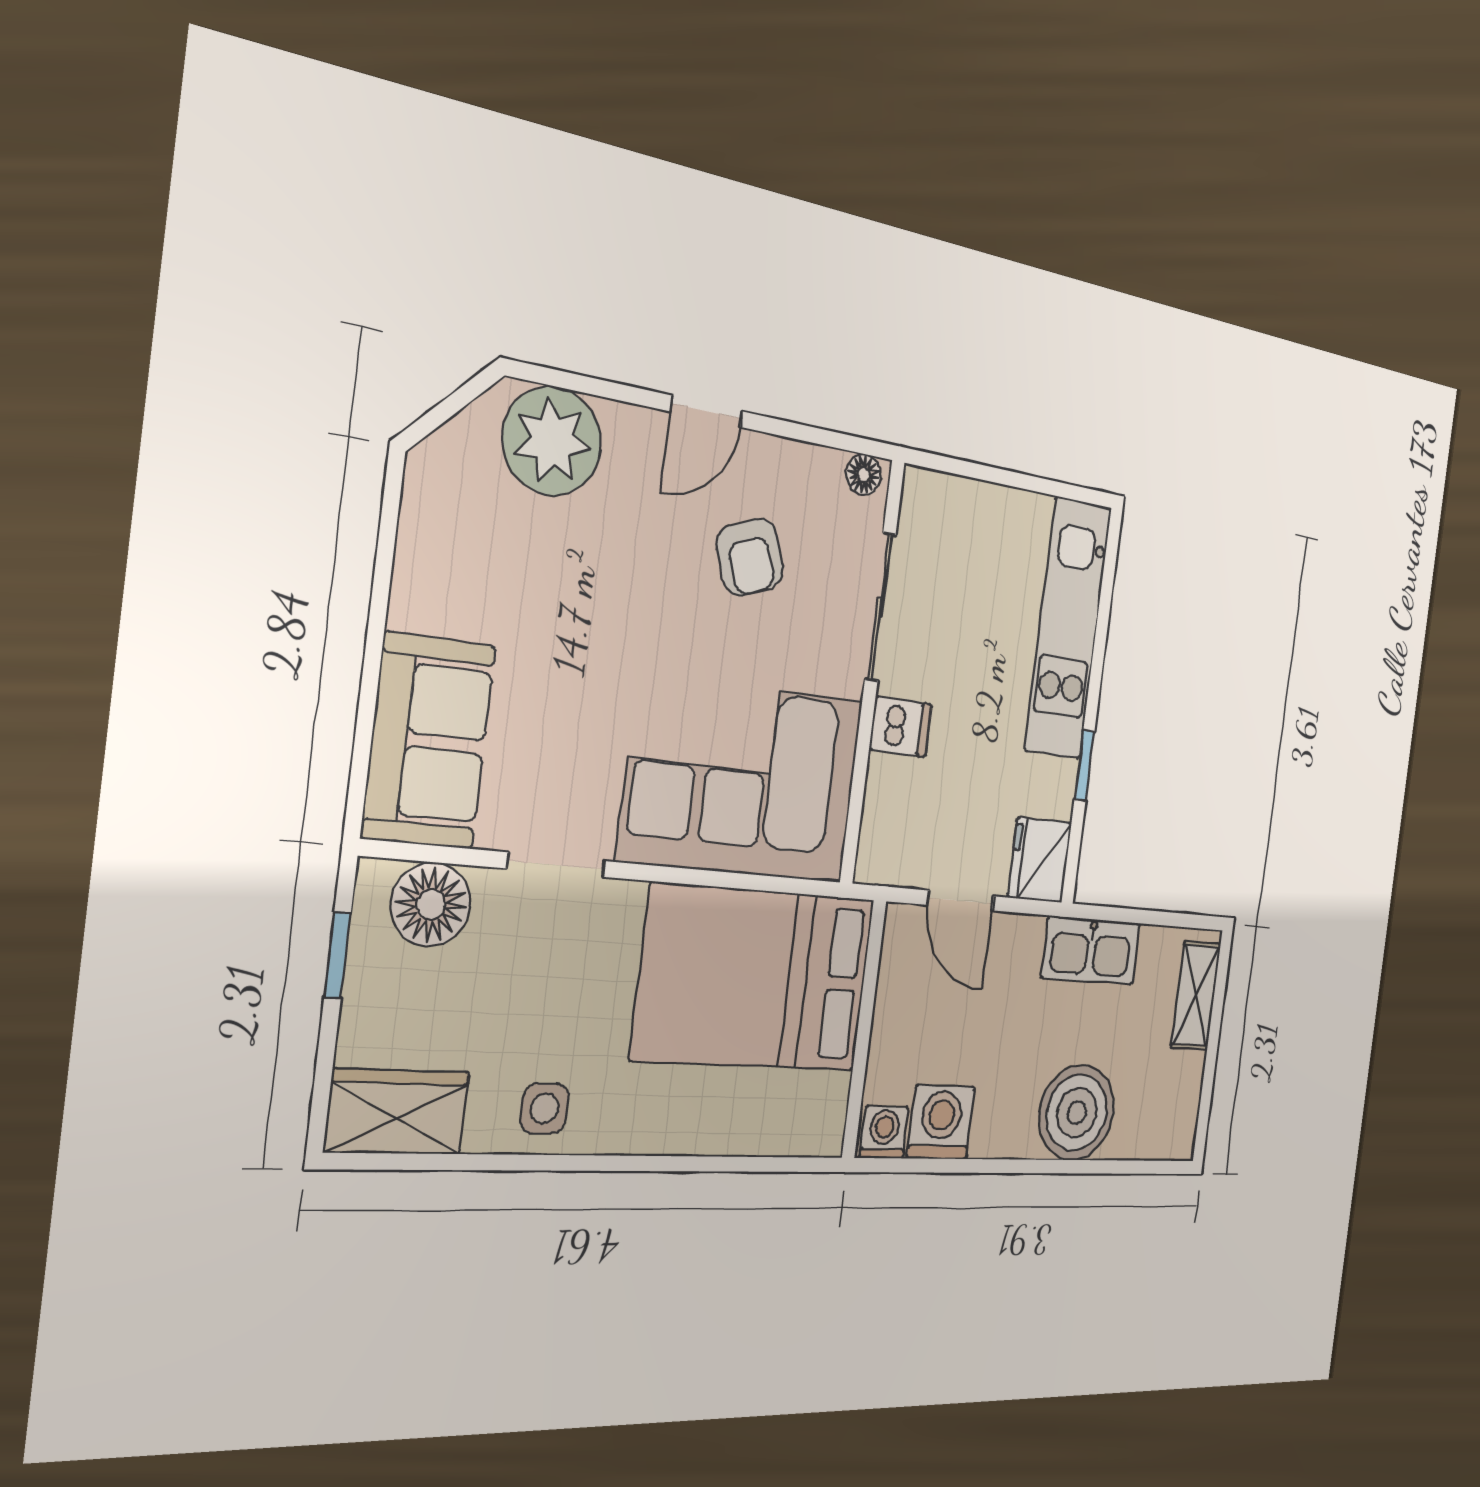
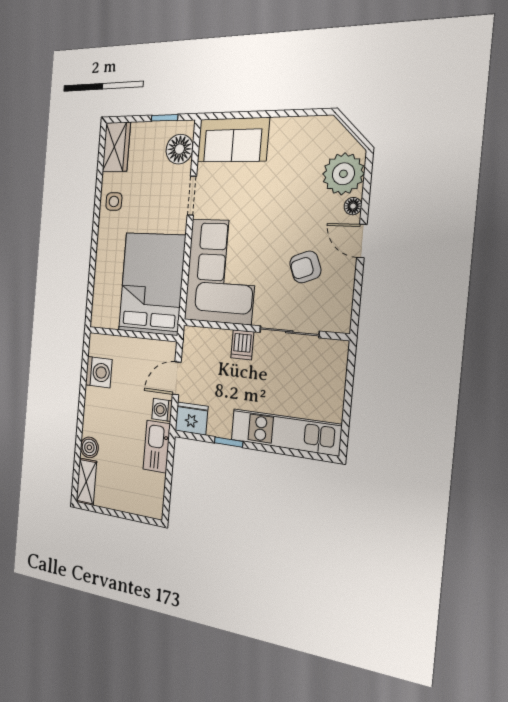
floor lamp: (863, 475) -> (353, 206), moved
shelving: (1196, 996) -> (86, 482), moved, turned 90
boiler: (1077, 1113) -> (89, 447), width x0.54, depth x0.54
washing machine: (884, 1132) -> (162, 410), moved, turned 180

